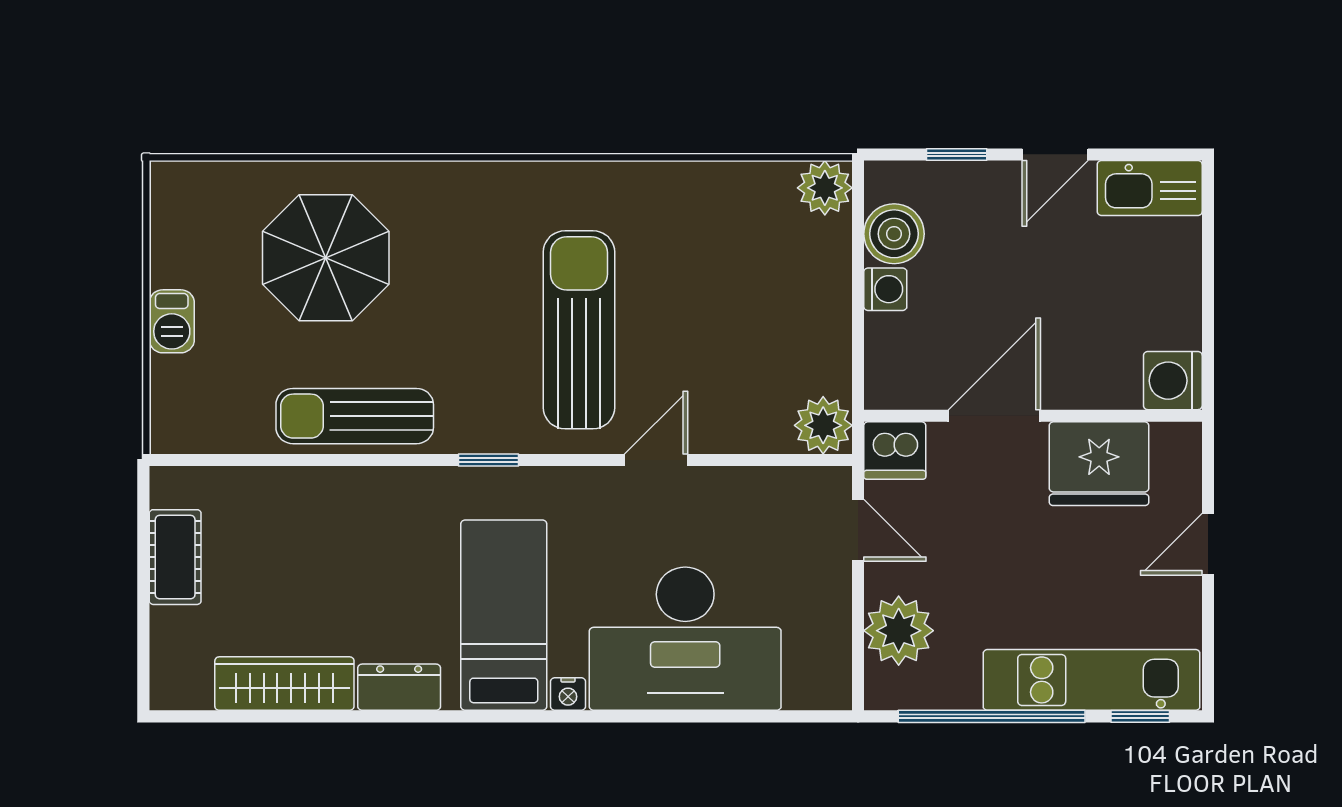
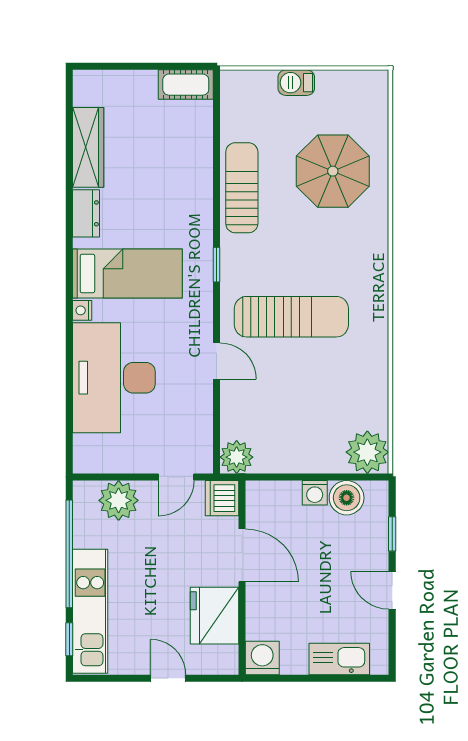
plant: (825, 188) -> (367, 452), width x1.36, depth x1.36
kitchen sink: (1150, 188) -> (339, 659), moved, turned 90
cot: (175, 557) -> (186, 85), moved

